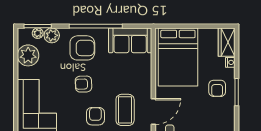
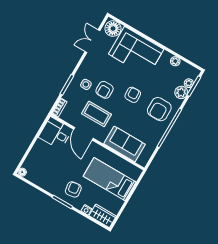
sofa: (130, 40) -> (125, 144), moved, turned 90
plant: (28, 55) -> (175, 61), width x0.53, depth x0.53
bed: (178, 57) -> (110, 179), width x0.67
armchair: (217, 88) -> (73, 189), turned 82
armchair: (95, 116) -> (105, 90), turned 90

